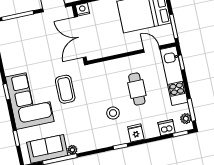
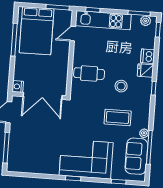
coffee table: (65, 89) -> (118, 117), moved
cafe table: (137, 89) -> (89, 74), moved
dishwasher: (167, 128) -> (148, 56), moved

